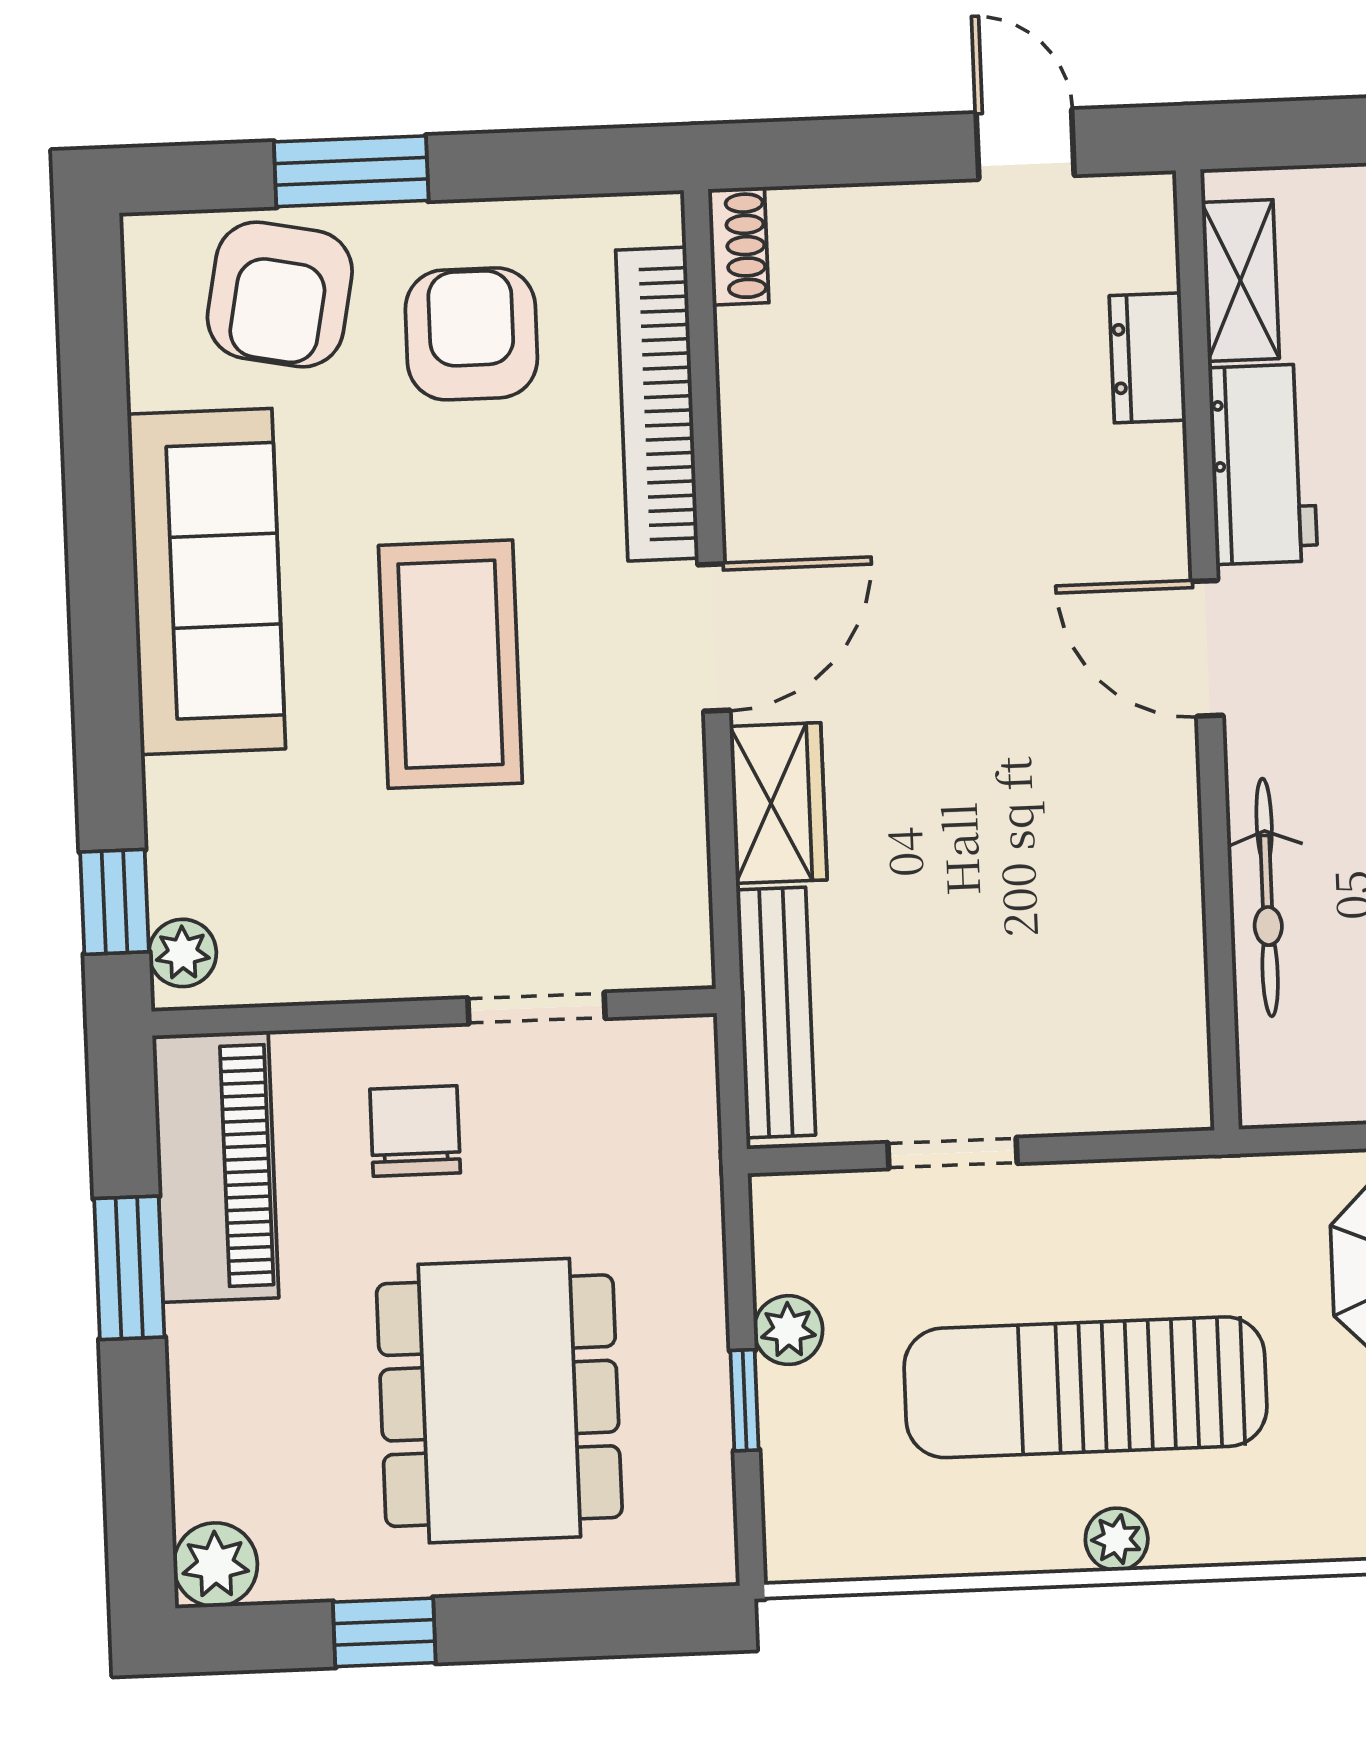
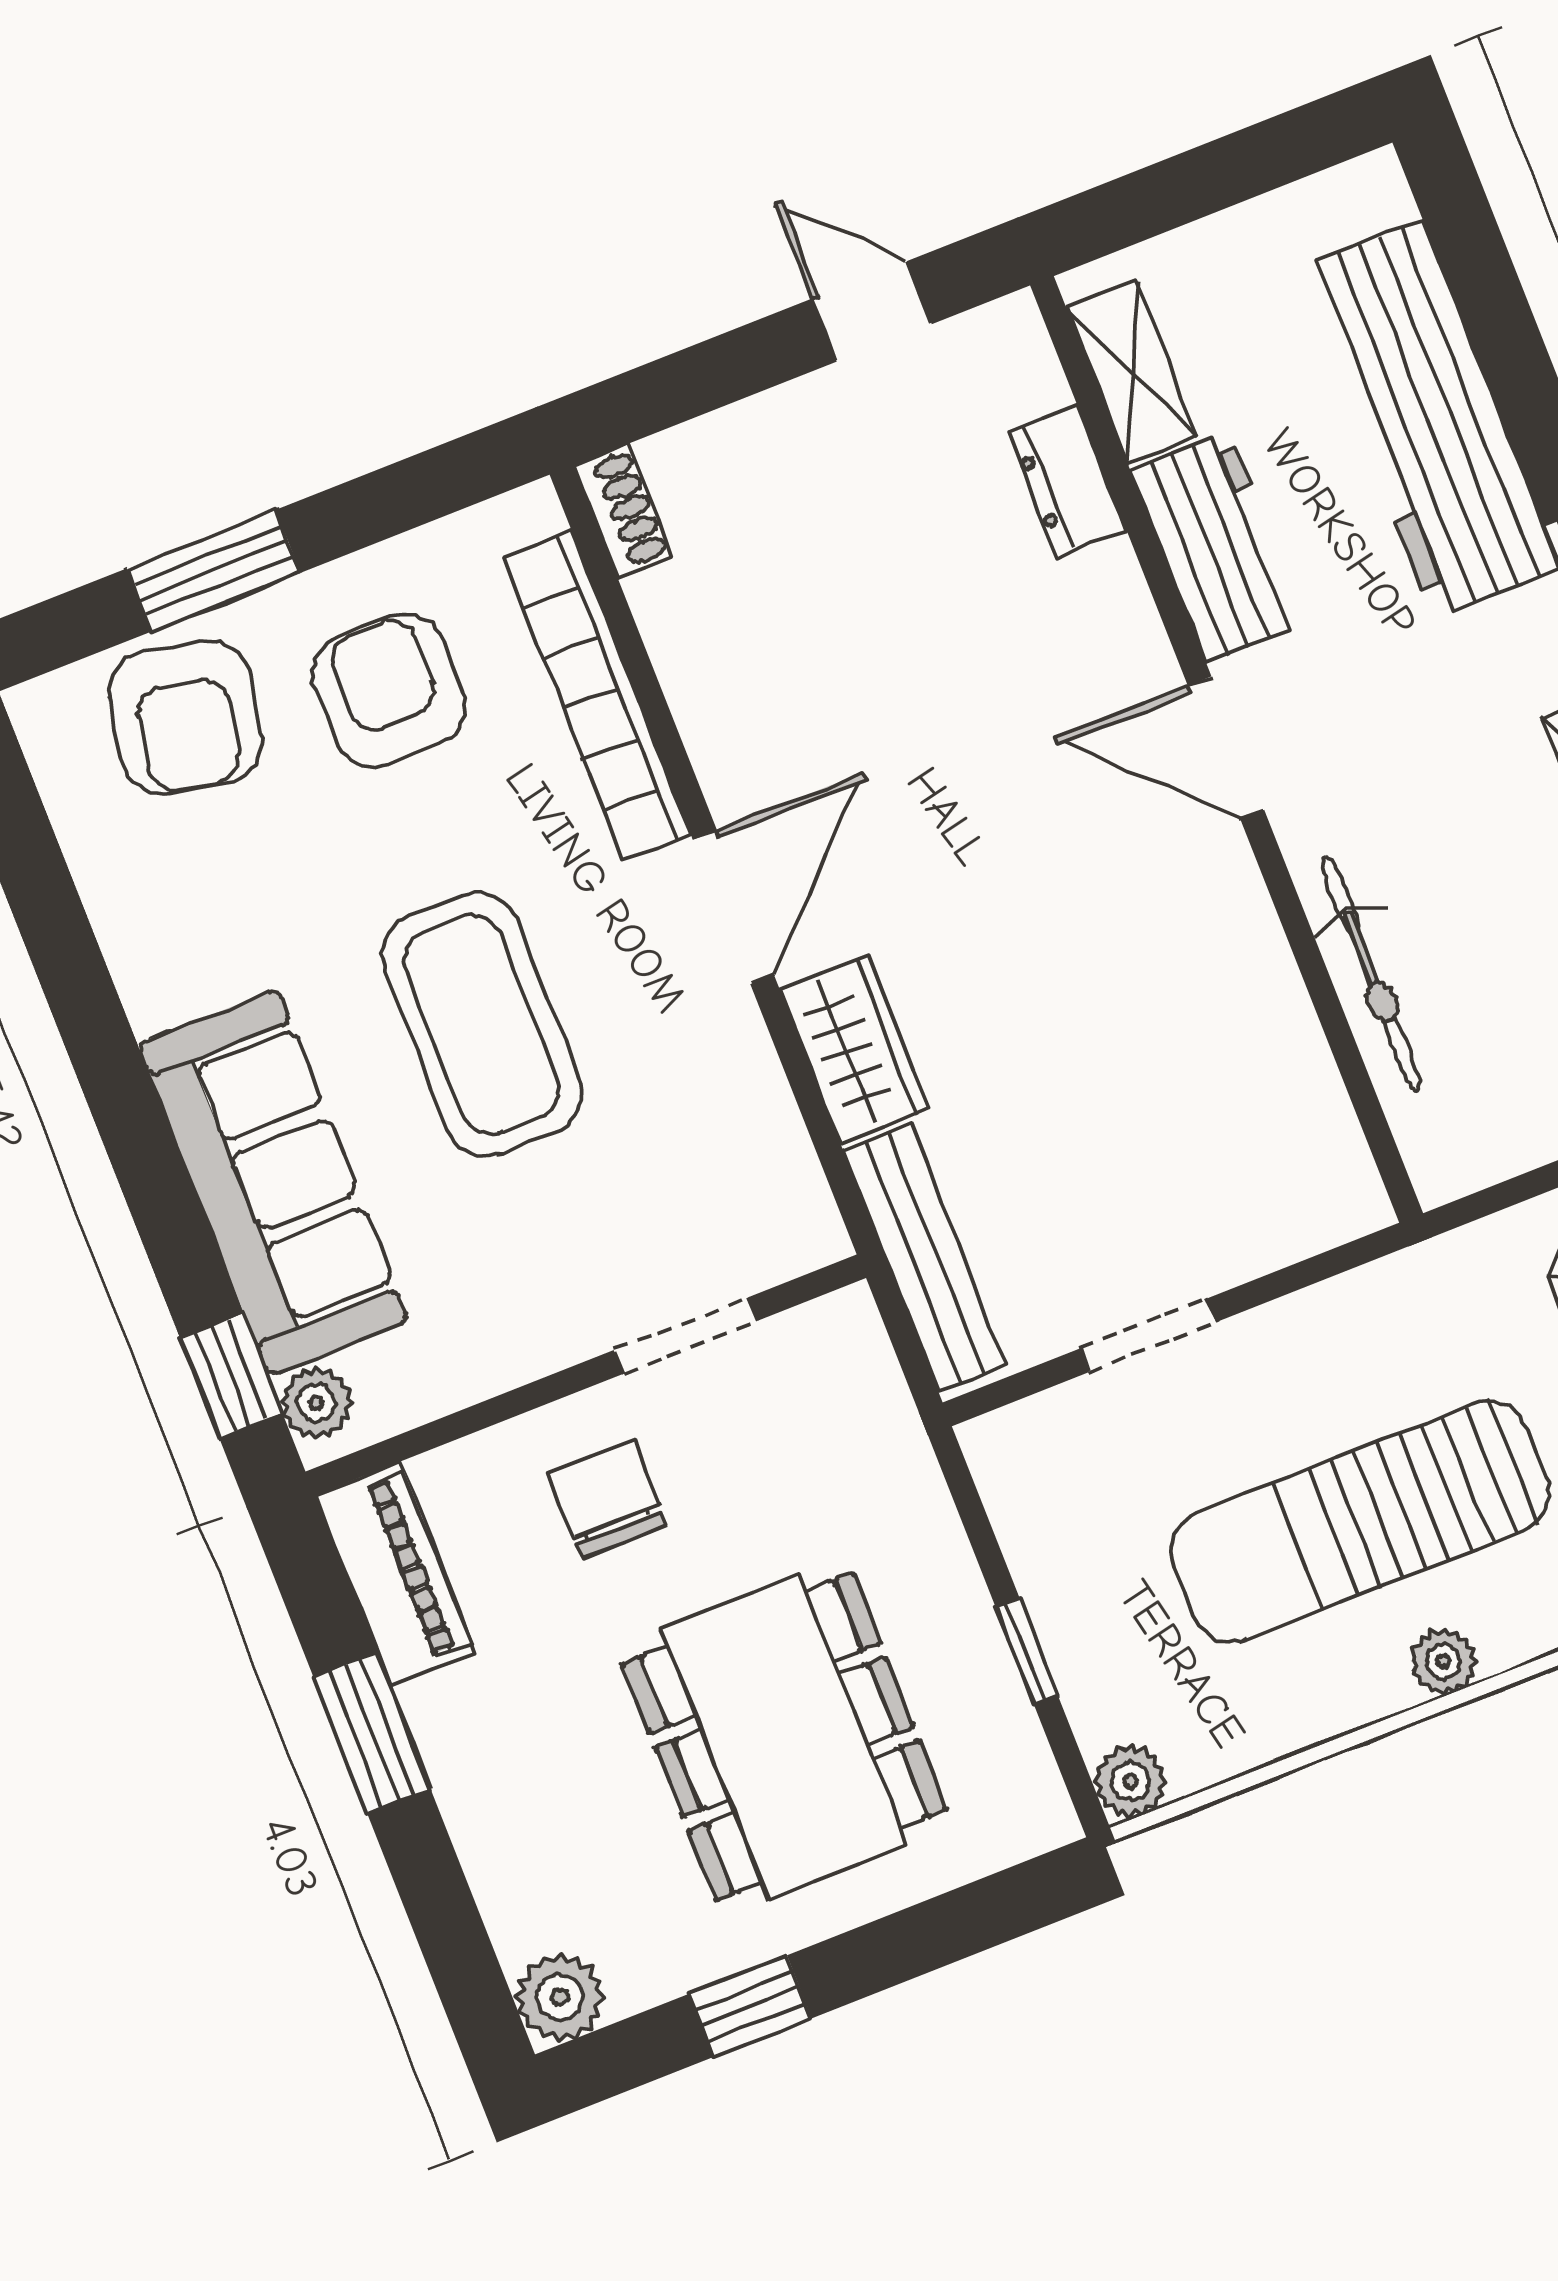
sofa: (206, 582) -> (273, 1183), moved
piano: (215, 1167) -> (395, 1574), width x0.73, depth x0.75
plant: (788, 1330) -> (1130, 1781), moved

